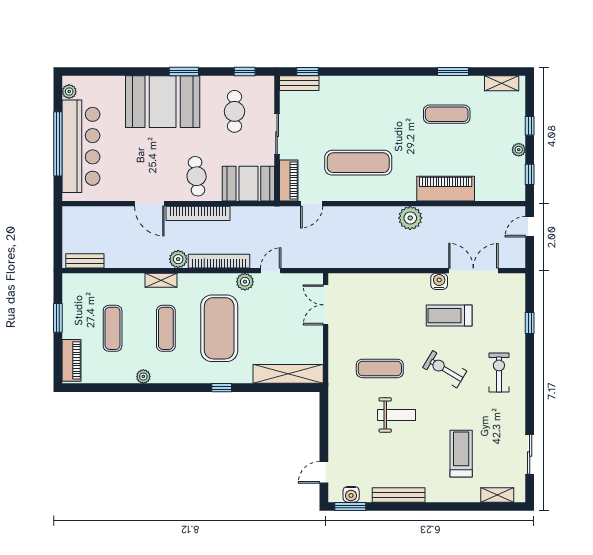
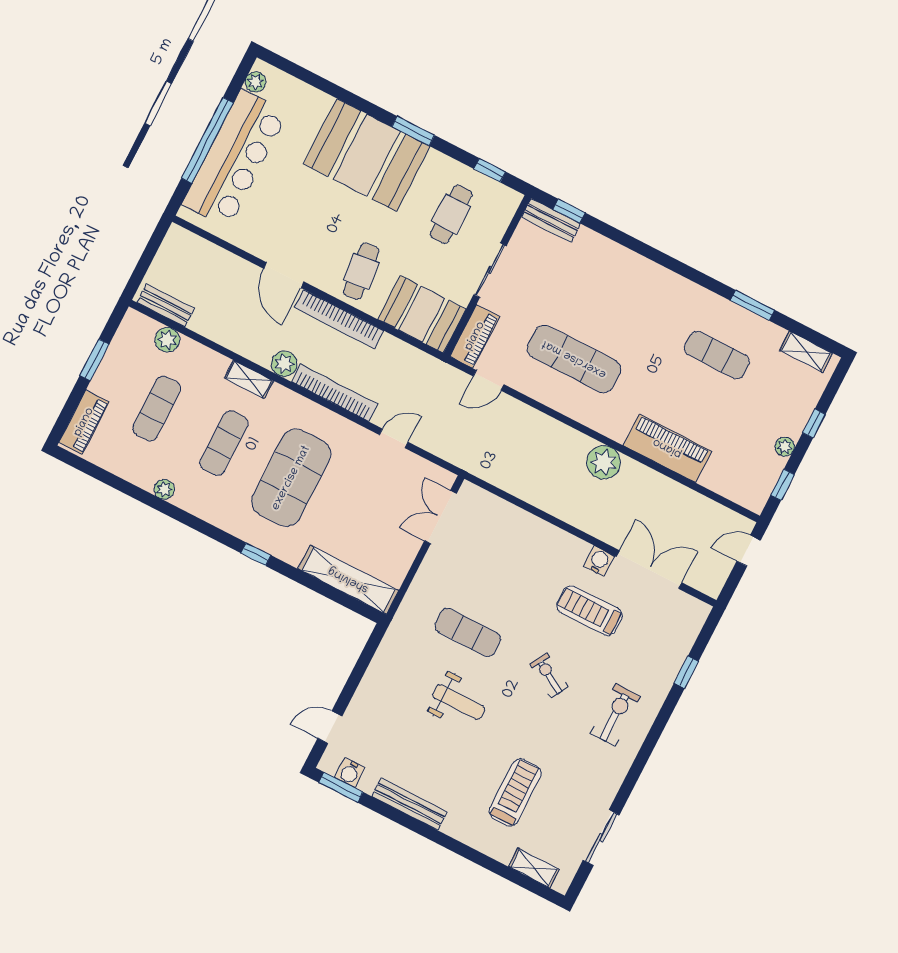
plant: (245, 282) -> (167, 340), moved
exercise bike: (445, 369) -> (549, 676), width x0.73, depth x0.72

